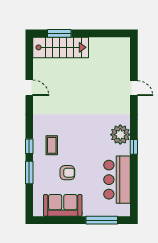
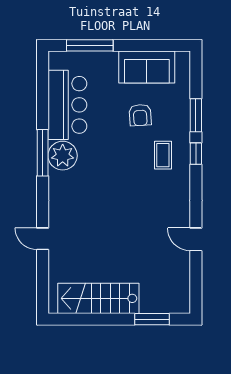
stairs: (61, 47) -> (98, 298), moved
plant: (120, 135) -> (63, 156), moved
window: (134, 147) -> (43, 153), width x2.17
armchair: (67, 173) -> (140, 115), turned -94

